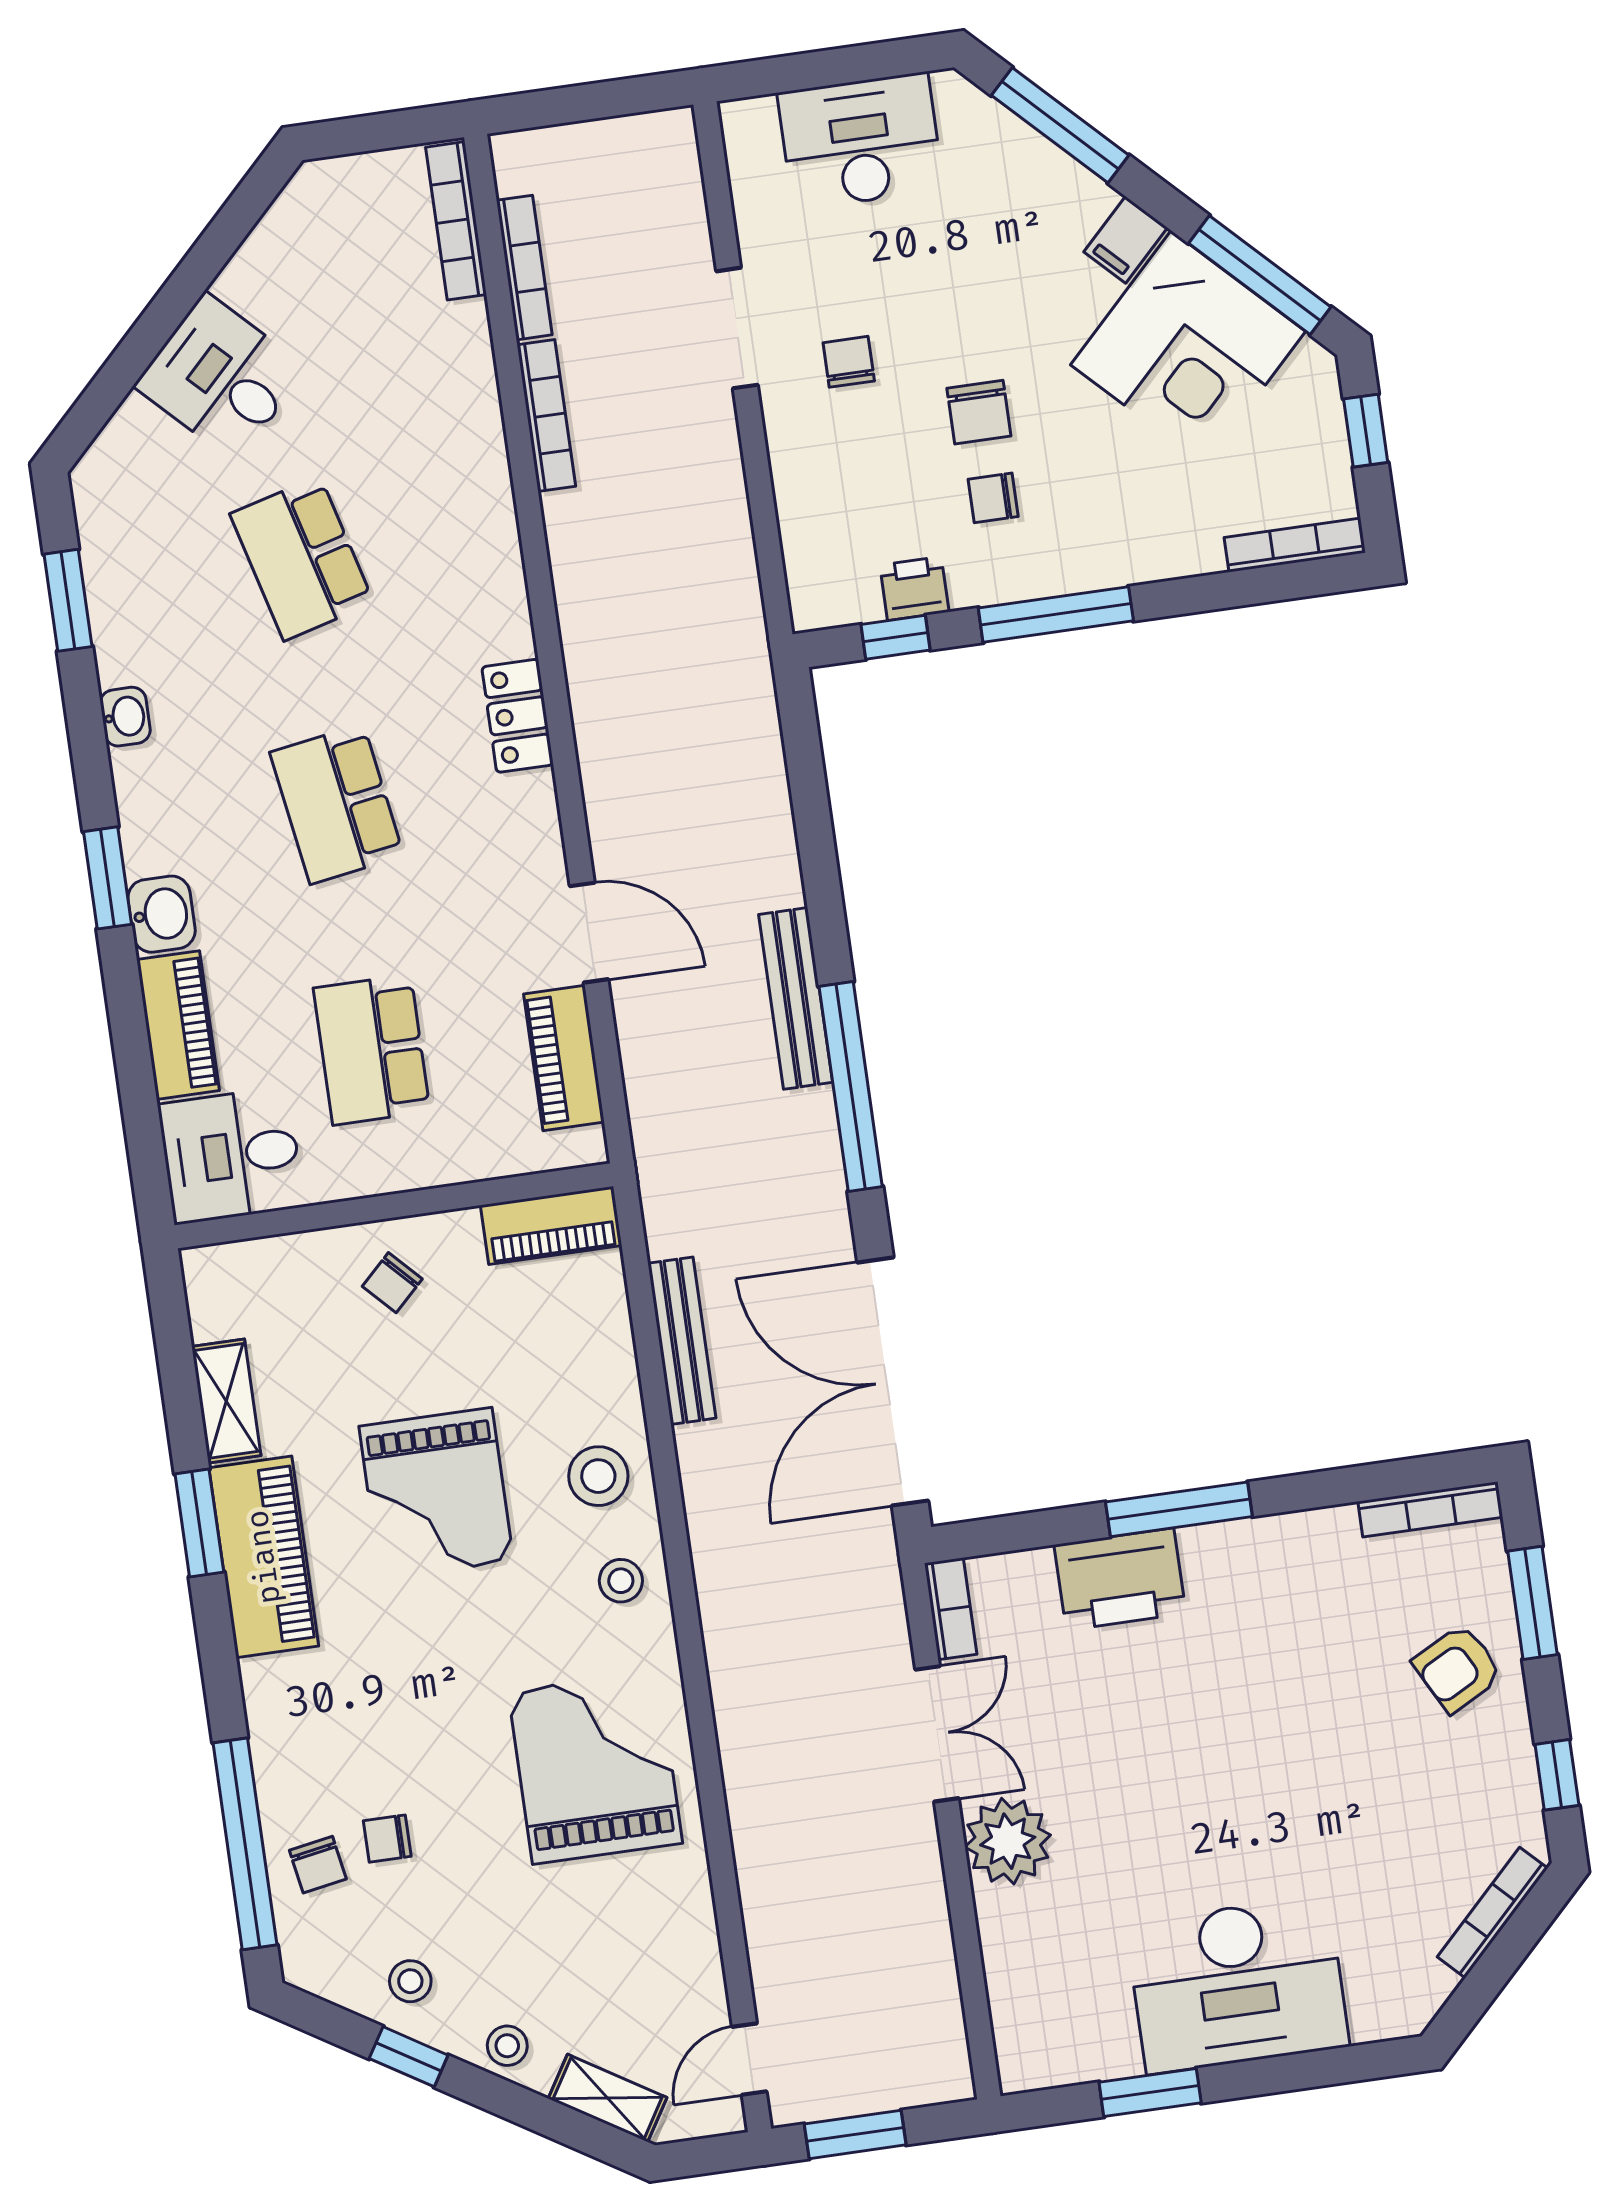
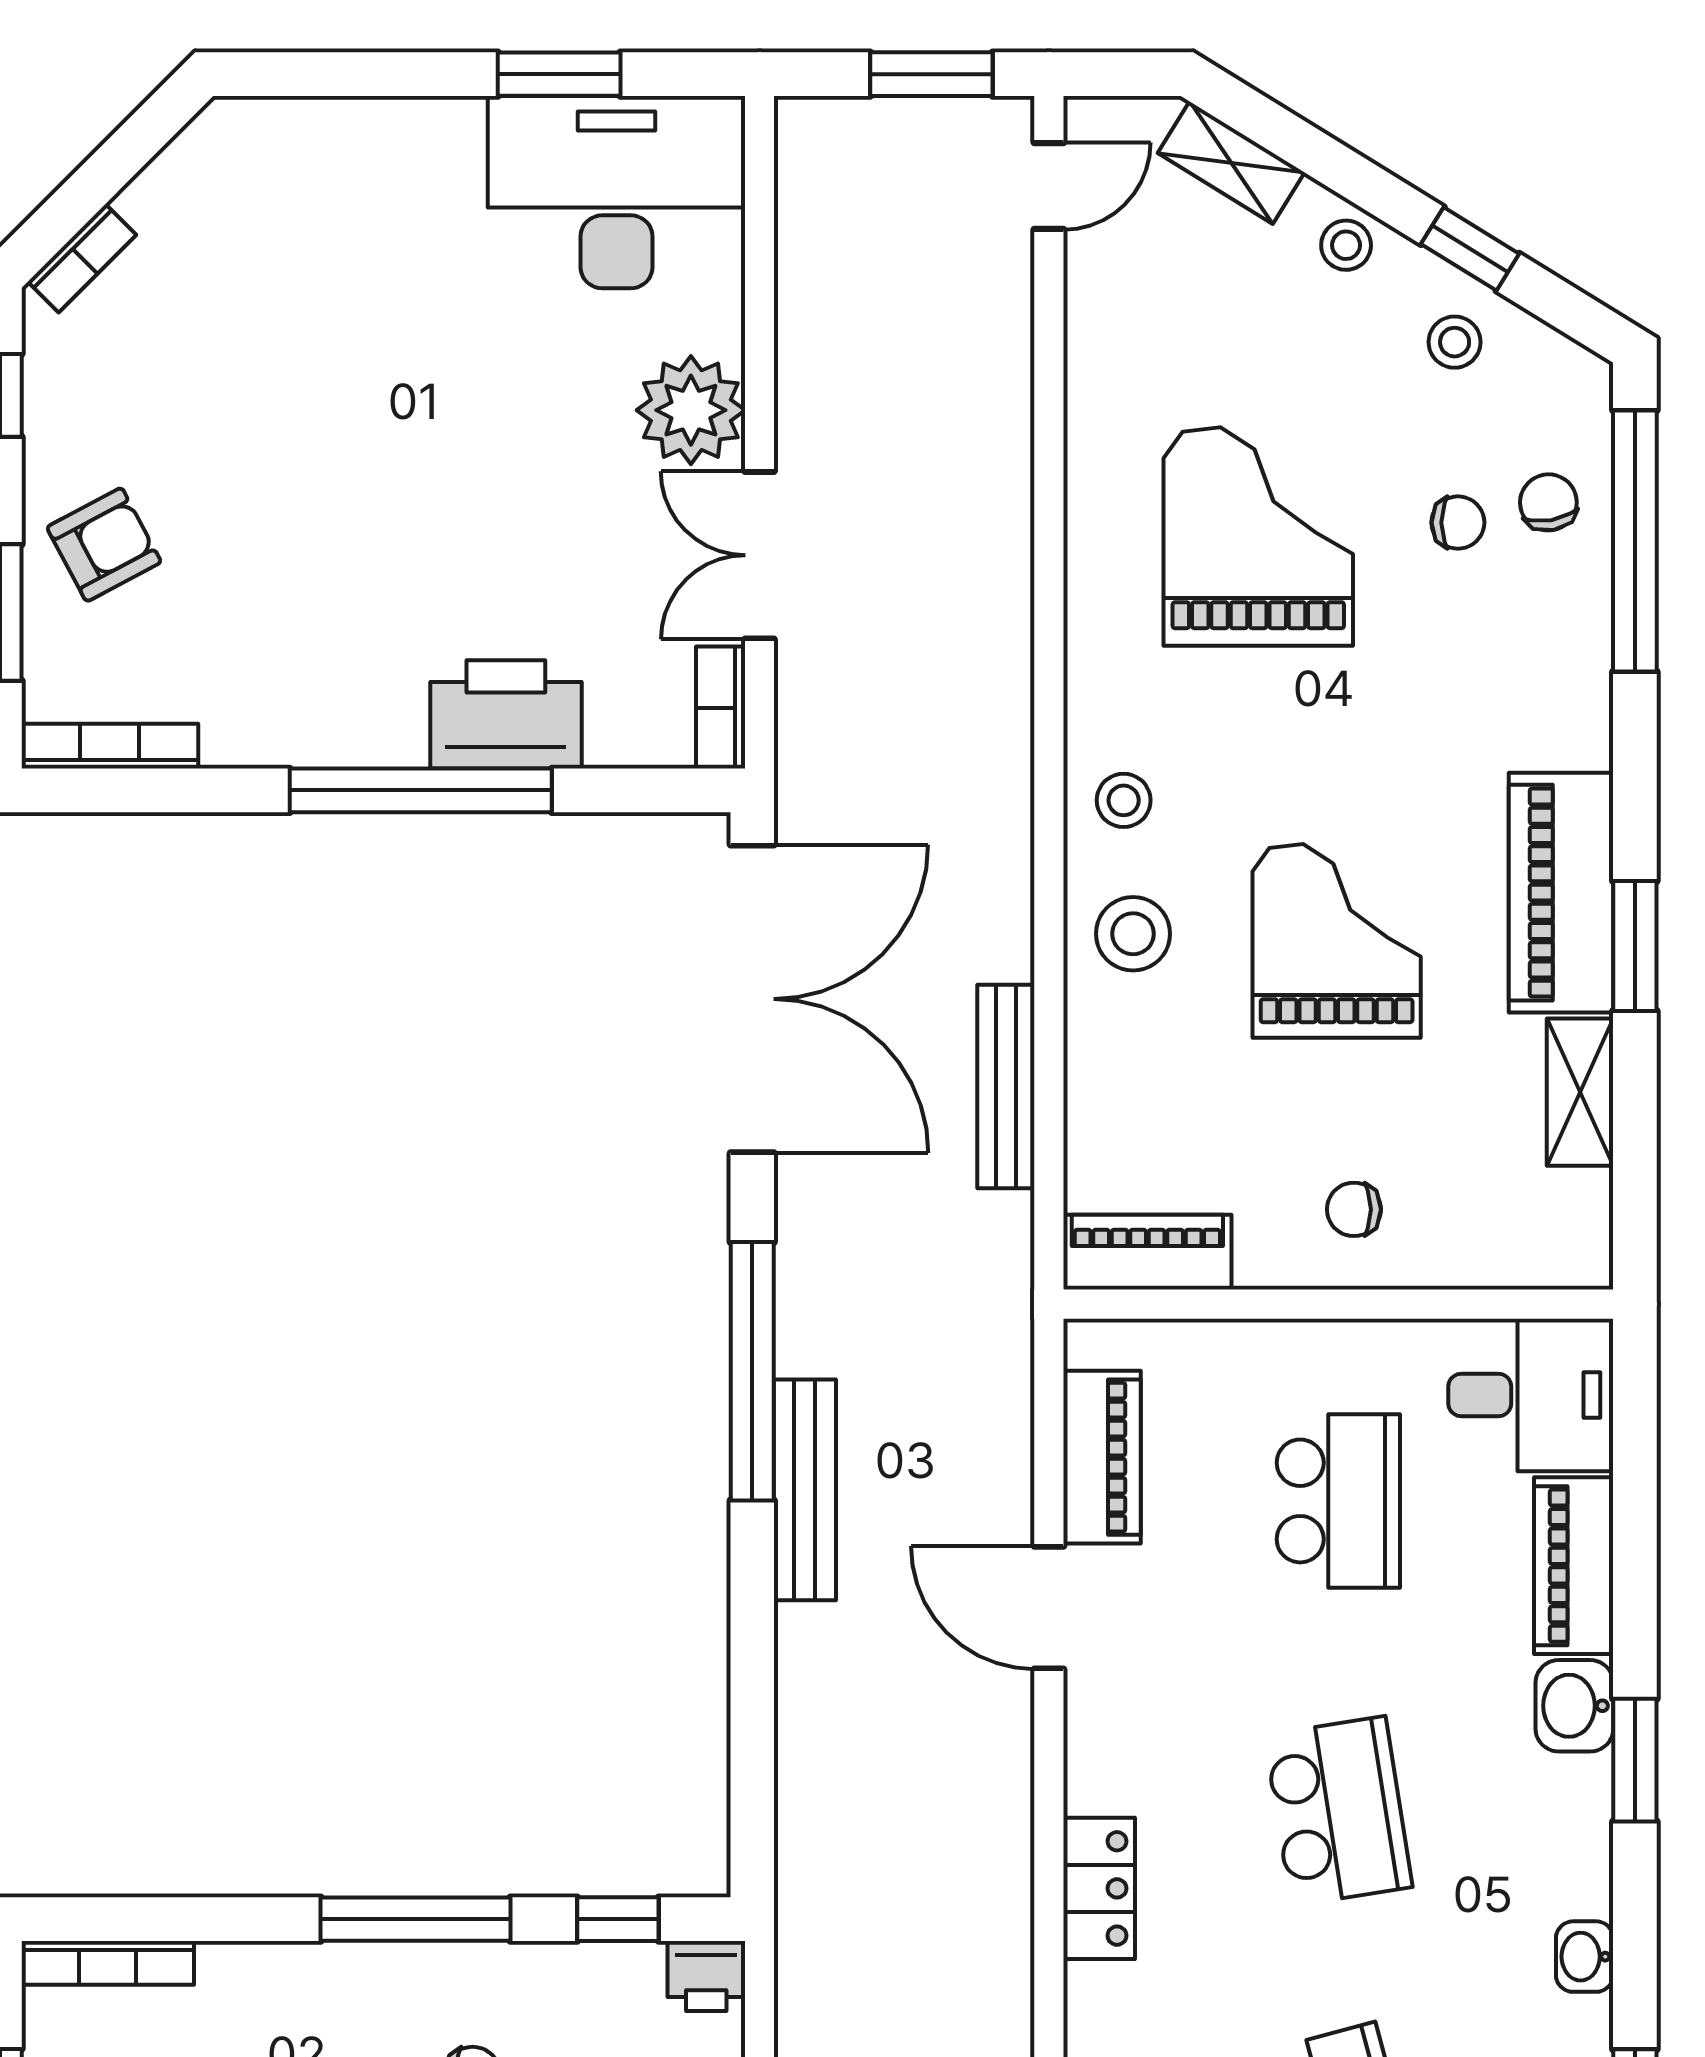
printer: (914, 589) -> (706, 1976), moved
chair: (392, 1283) -> (1354, 1209), turned -136
window: (1179, 1509) -> (421, 790), width x1.46
grand piano: (595, 1767) -> (1258, 536), moved, turned 180
bookcase: (1493, 1913) -> (82, 258), width x0.64
desk: (1238, 1985) -> (617, 192), moved

